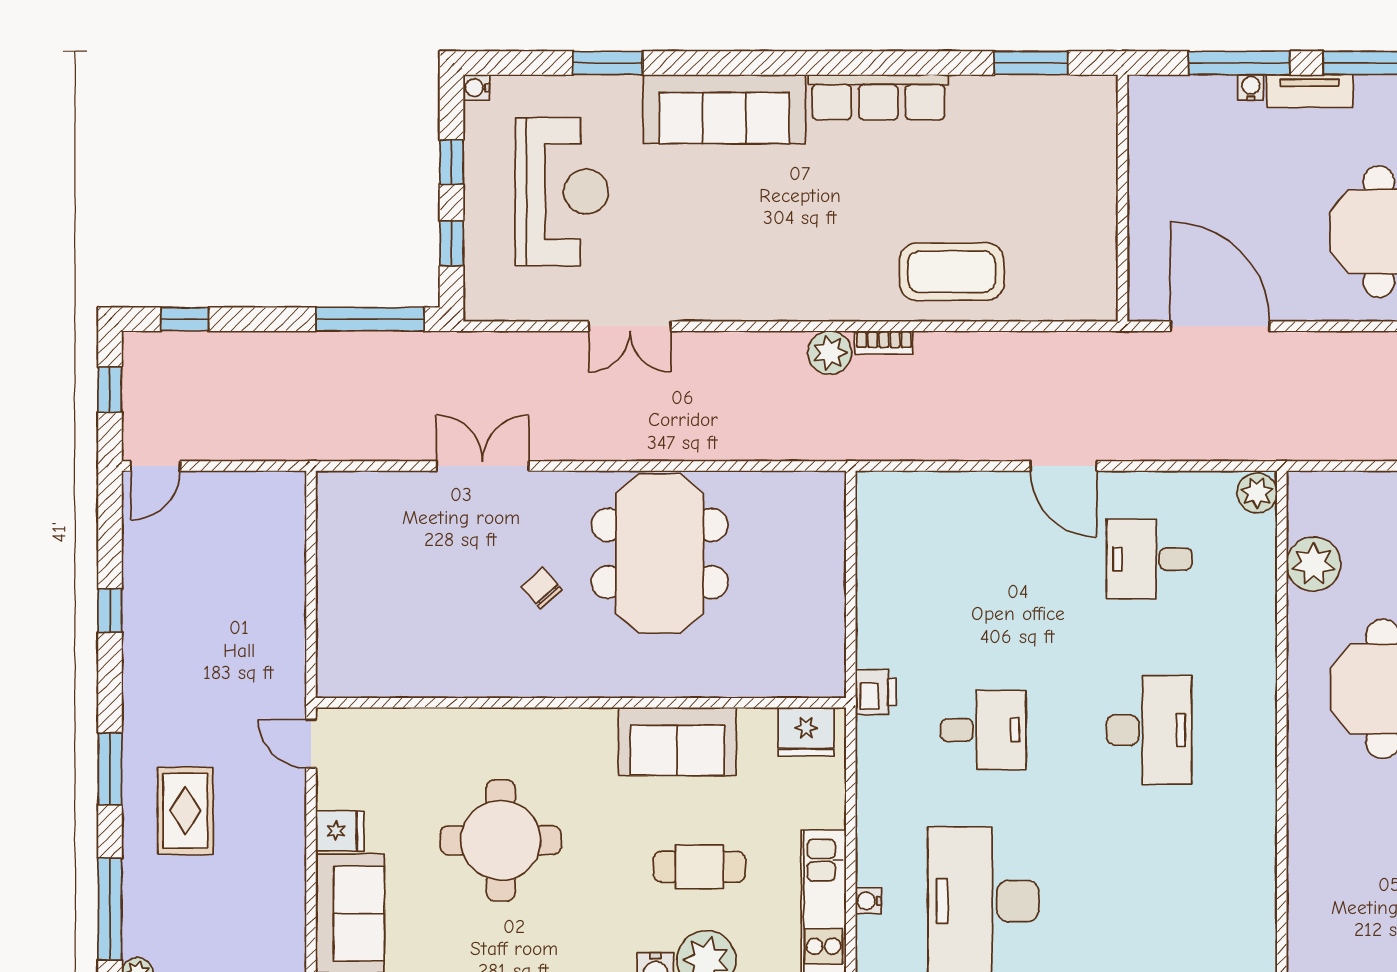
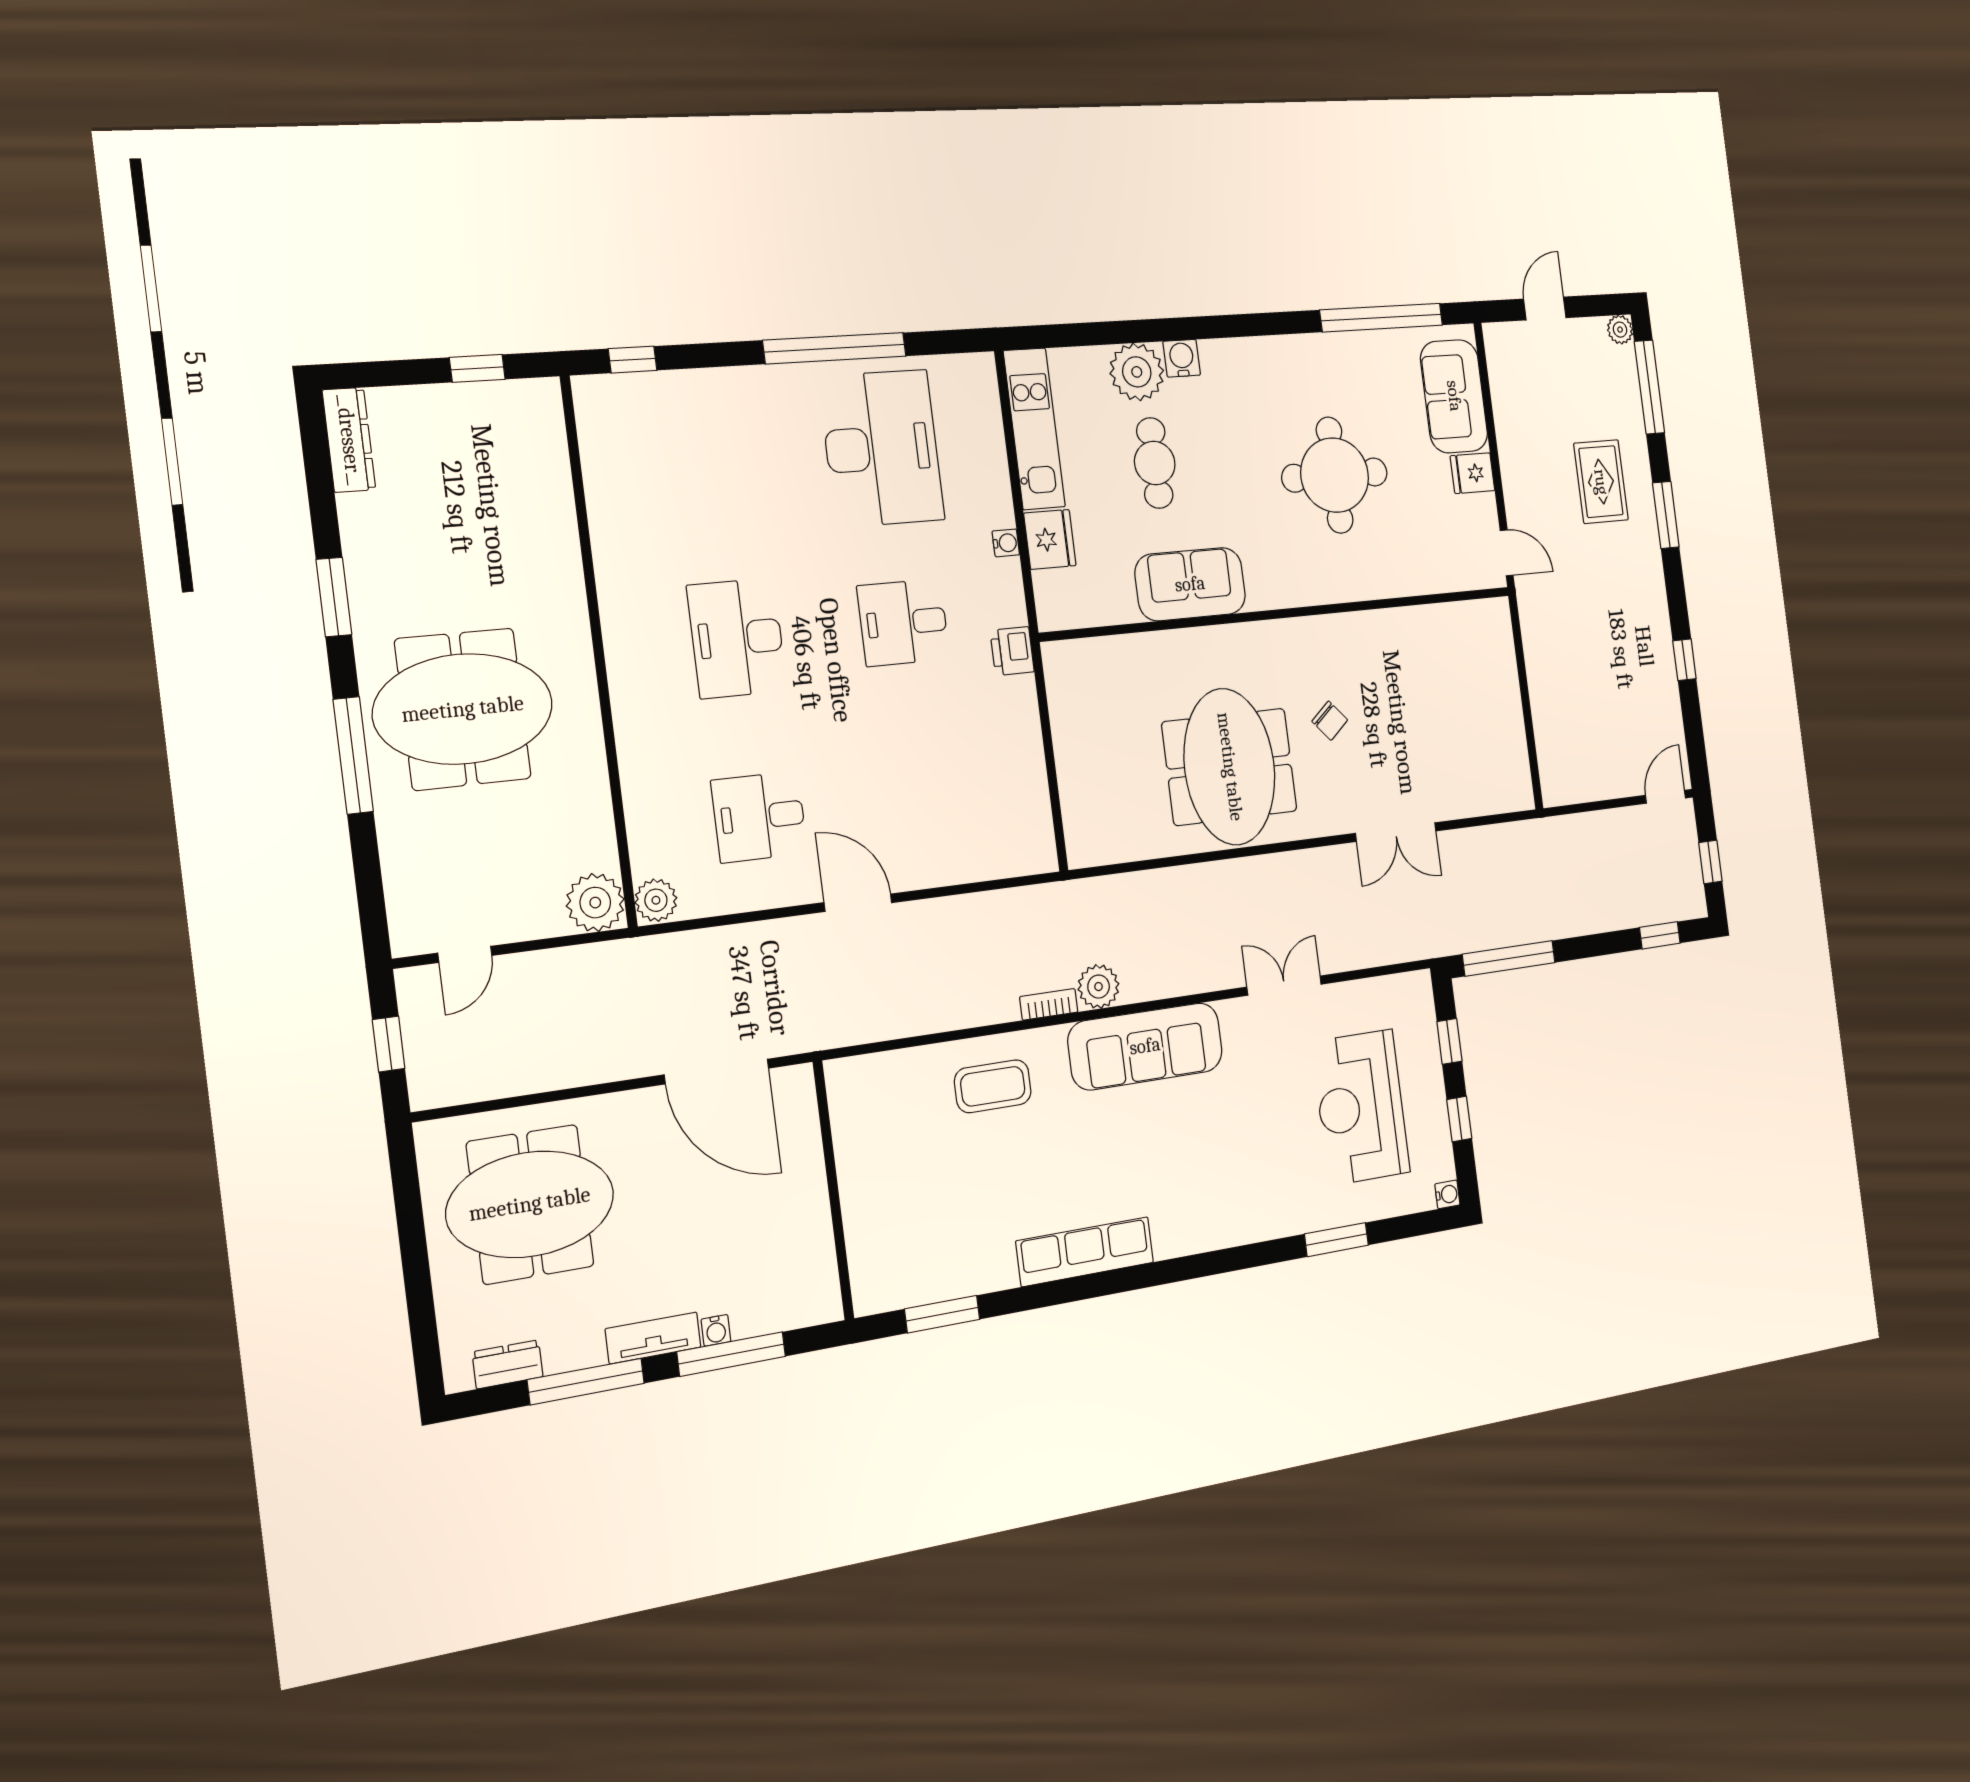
sofa: (724, 109) -> (1145, 1046), moved, turned 180
coffee table: (952, 272) -> (993, 1086), width x0.73, depth x0.76
desk: (1149, 559) -> (759, 817), turned 180
plant: (1314, 564) -> (595, 903), moved
fridge: (806, 732) -> (1050, 539), moved, turned 90
cafe table: (699, 867) -> (1155, 463), turned 90
water cooler: (868, 901) -> (1006, 543), moved

